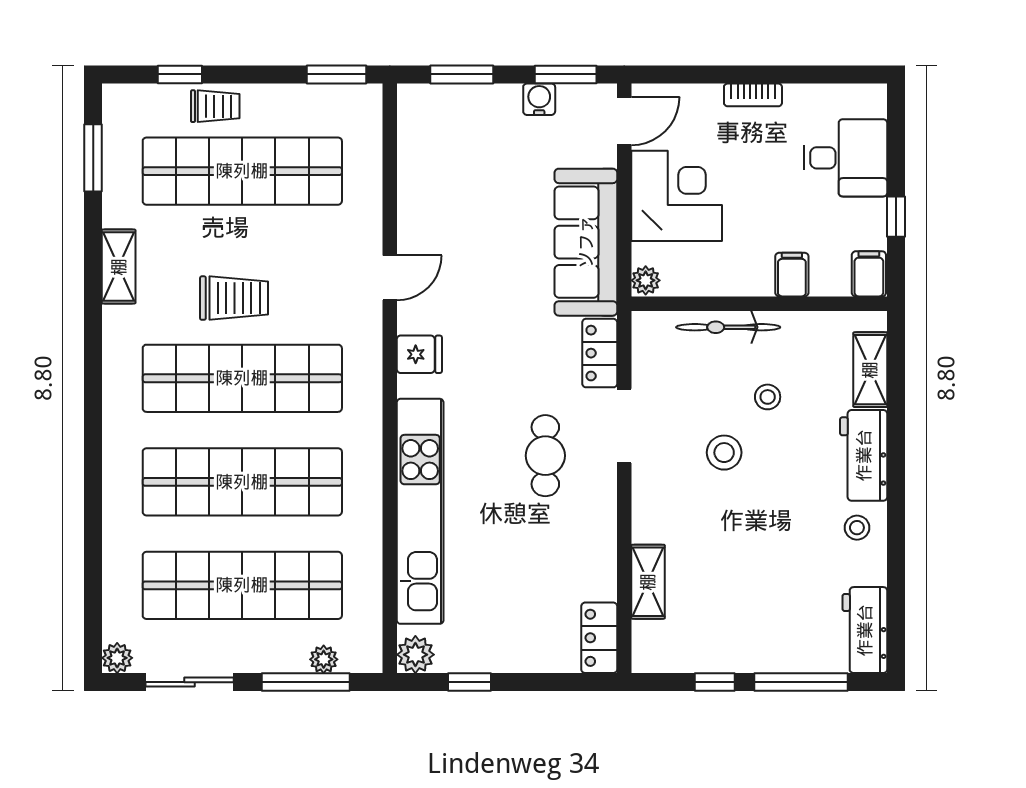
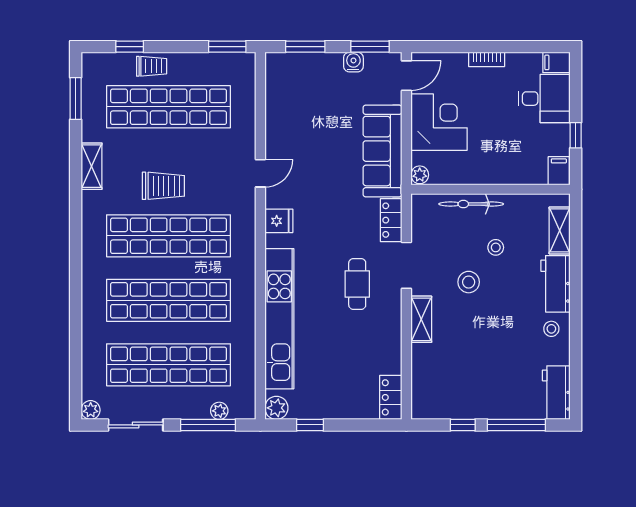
filing cabinet: (792, 275) -> (556, 62), moved, turned -90
shelving: (648, 582) -> (421, 319), moved

